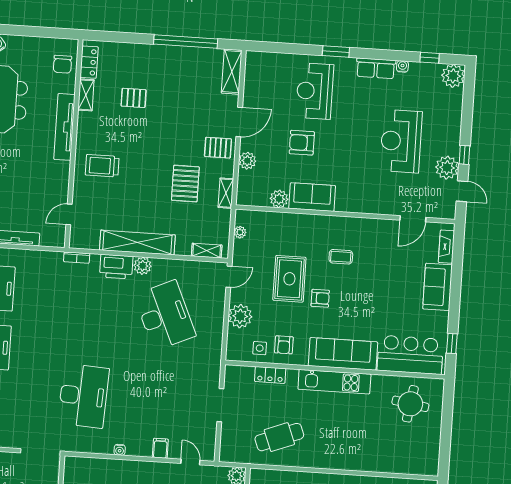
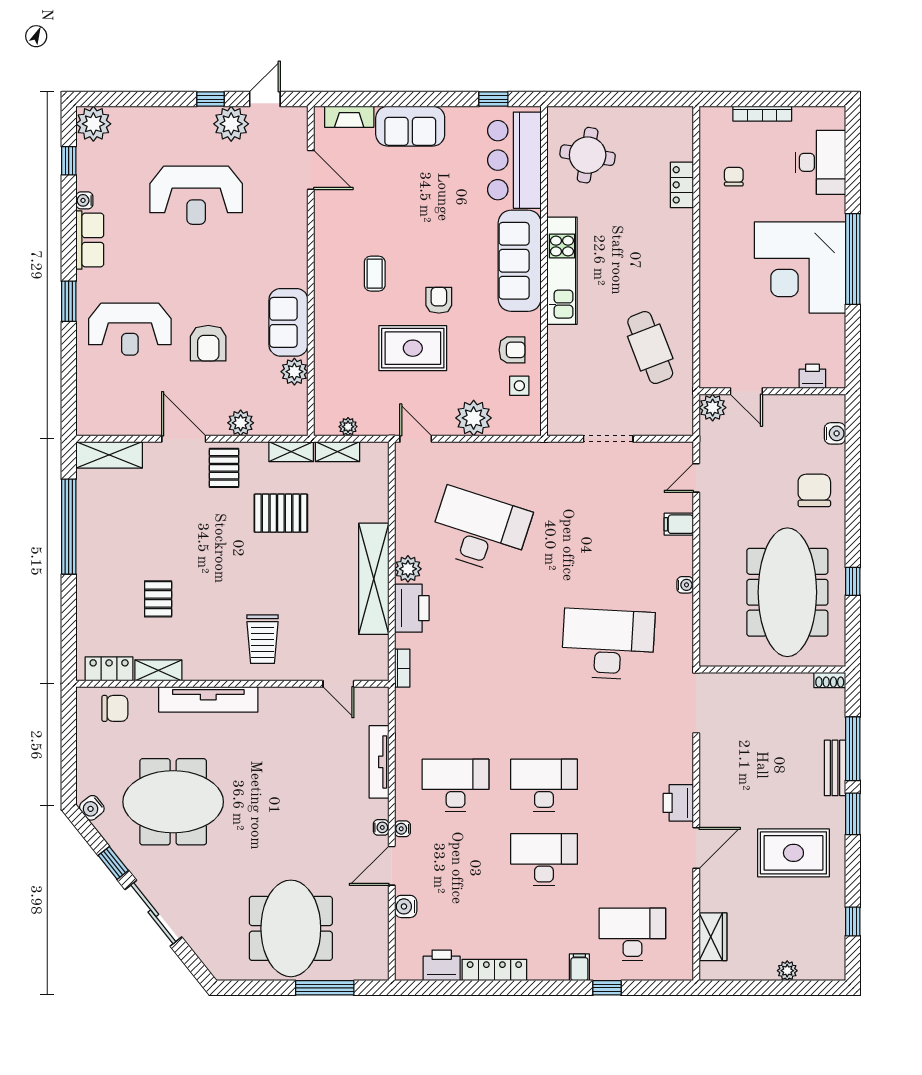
shelving: (207, 251) -> (337, 452), moved, turned 90
desk: (165, 315) -> (480, 531), turned 42
locker: (270, 375) -> (682, 185), moved, turned 180

